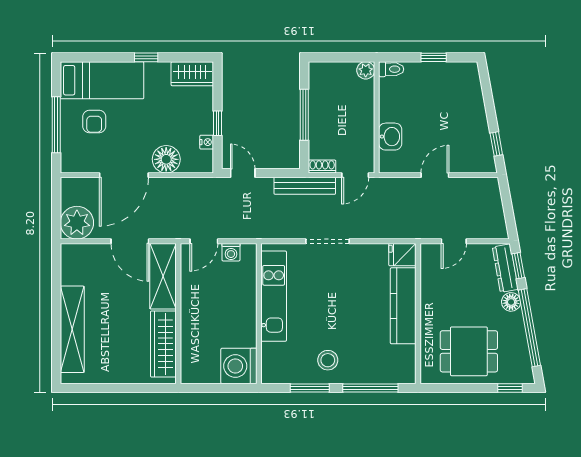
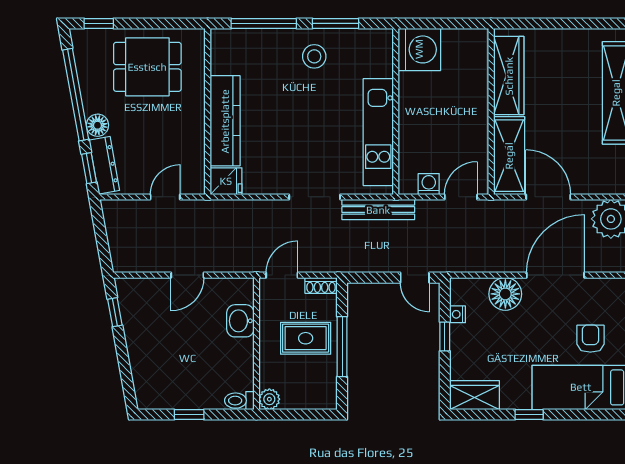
rug: (335, 122) -> (306, 338), added
bench: (305, 186) -> (378, 210), moved

